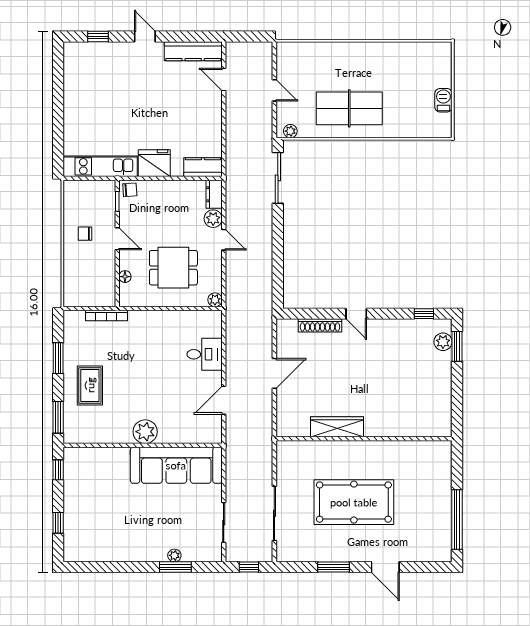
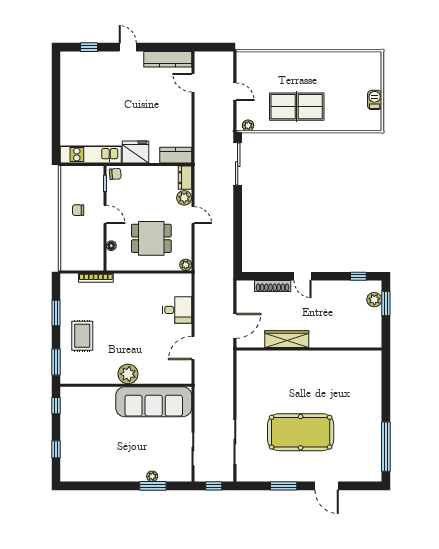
wardrobe: (337, 427) -> (287, 339), moved
wall: (364, 439) -> (309, 349), moved

